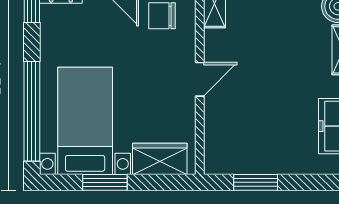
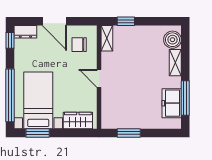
door: (200, 79) -> (99, 78), swing flipped
window: (105, 182) -> (38, 133), moved

